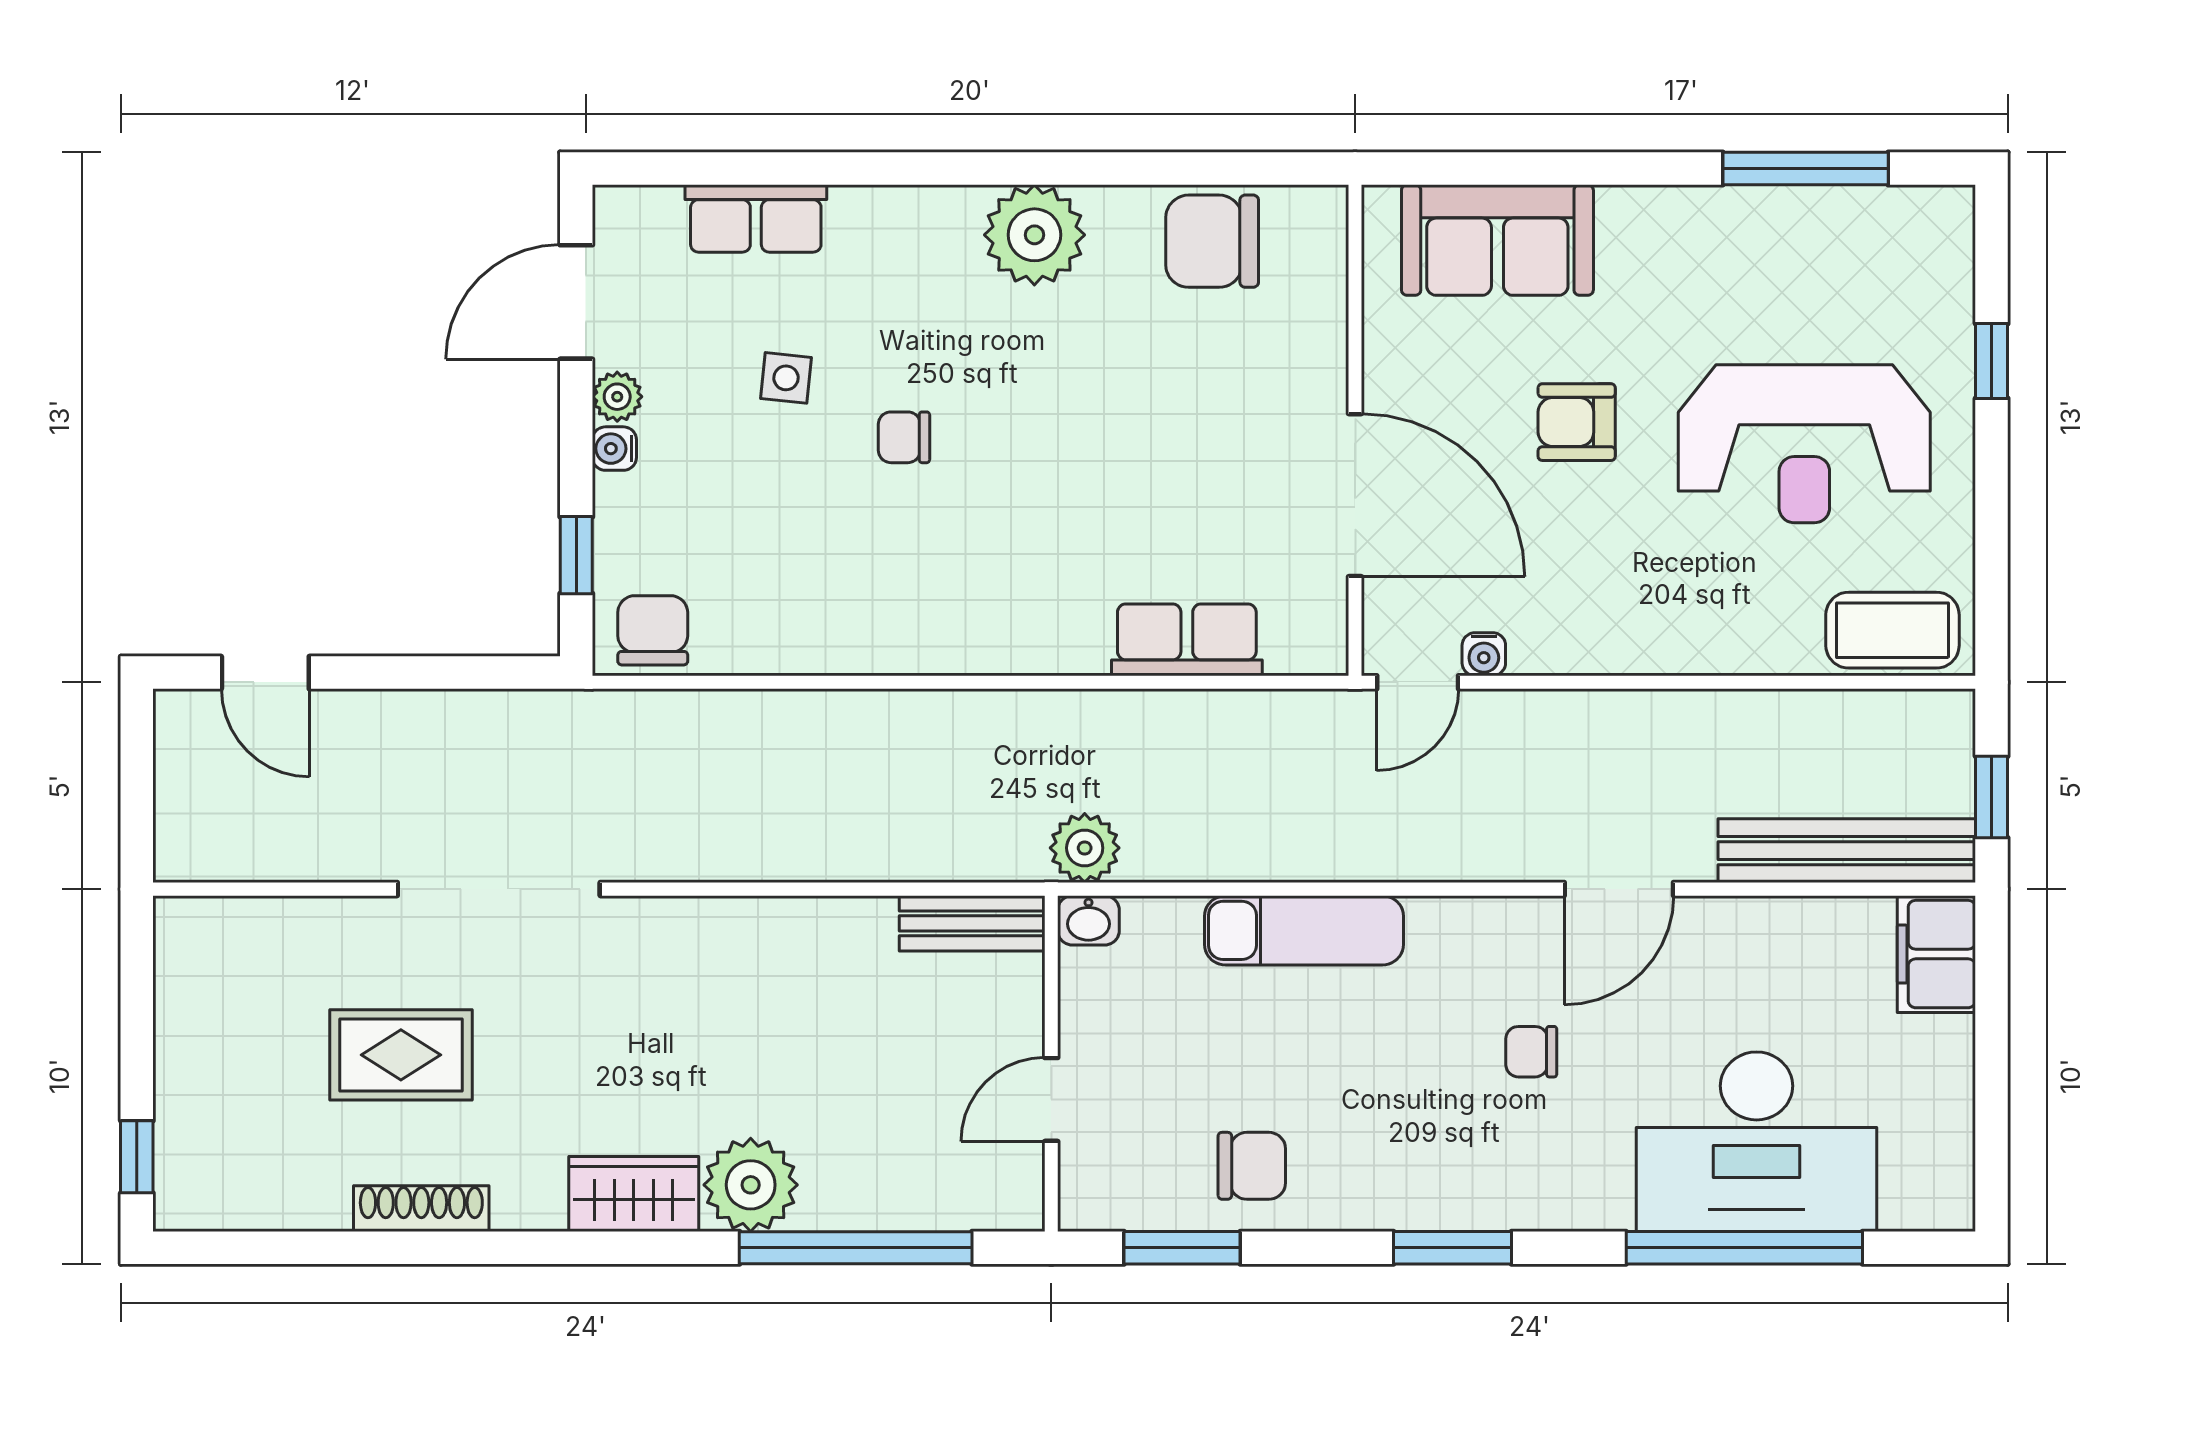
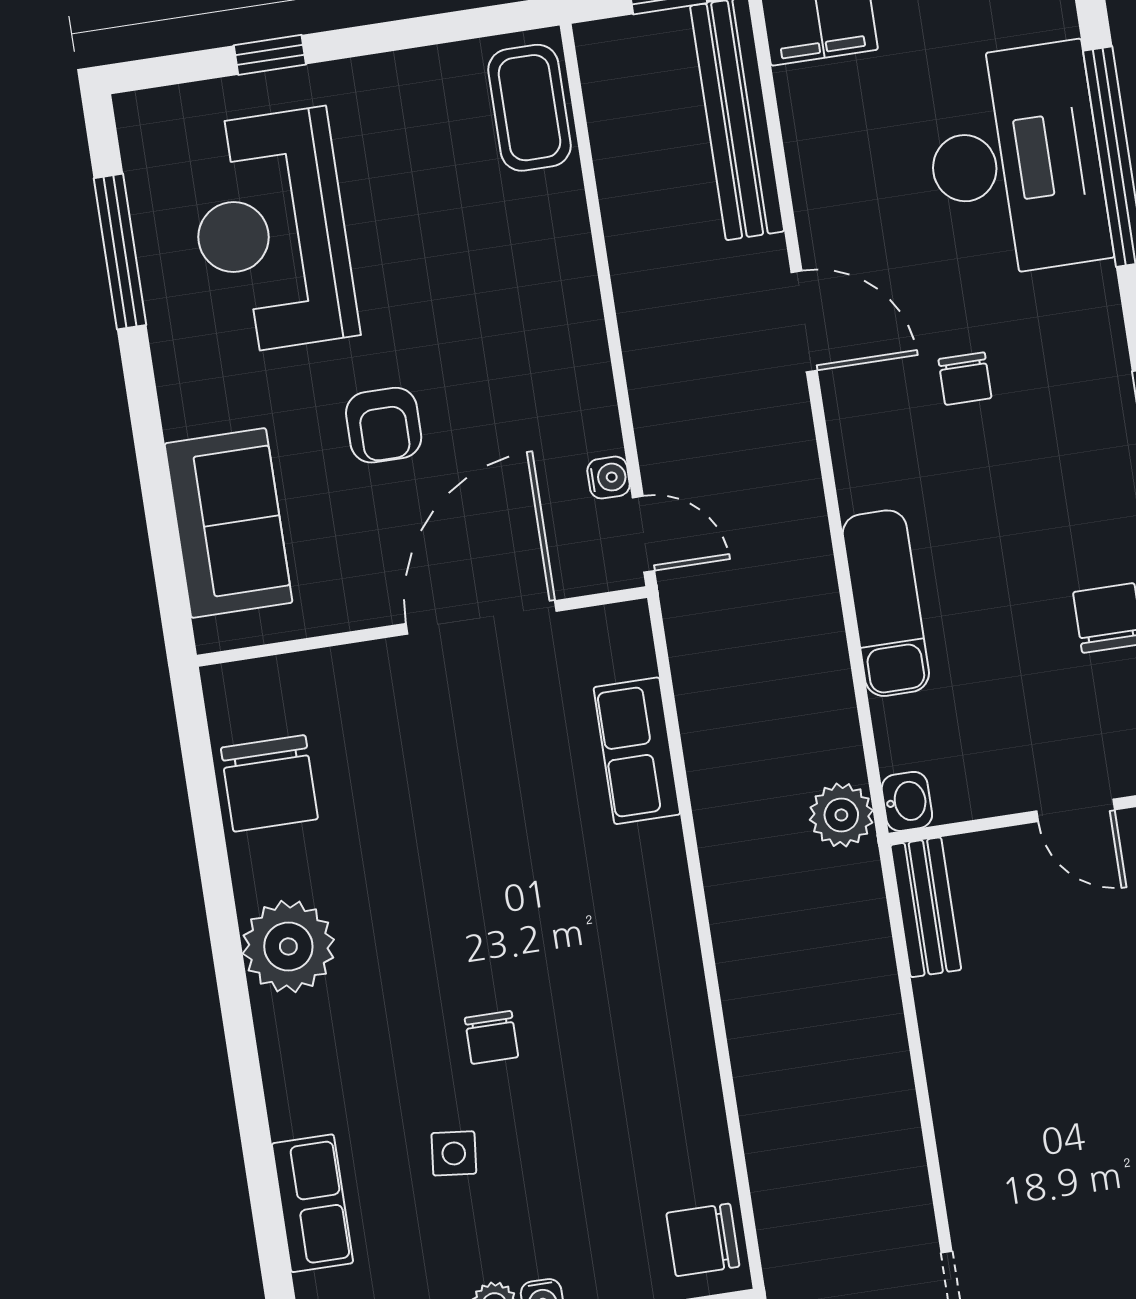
reception desk: (1804, 444) -> (271, 231), moved, turned 180

